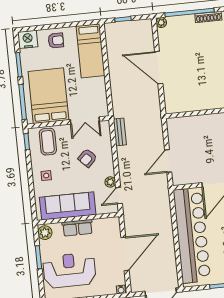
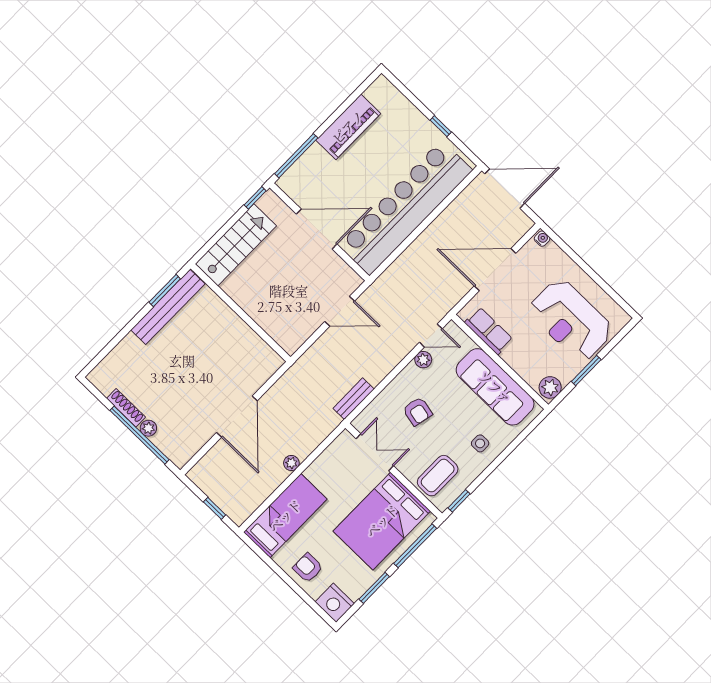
plant: (161, 22) -> (148, 428), moved
plant: (114, 75) -> (291, 463), added
armchair: (87, 158) -> (417, 411), turned 56
row of seats: (77, 228) -> (489, 331), moved

